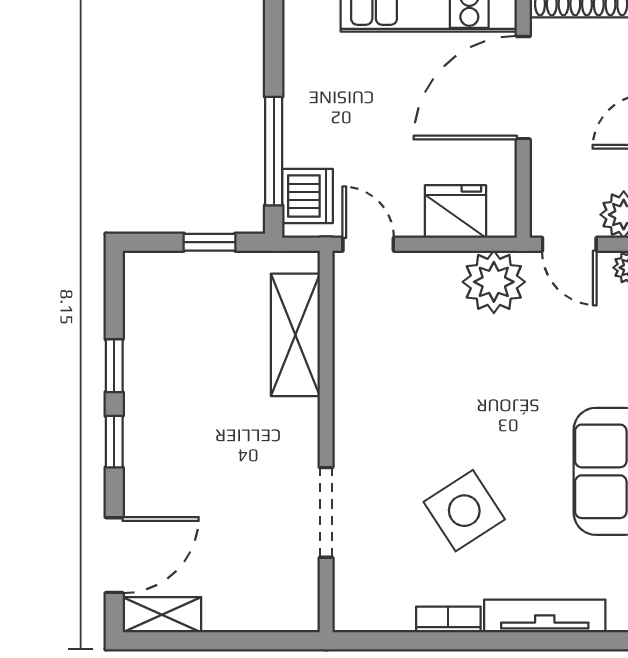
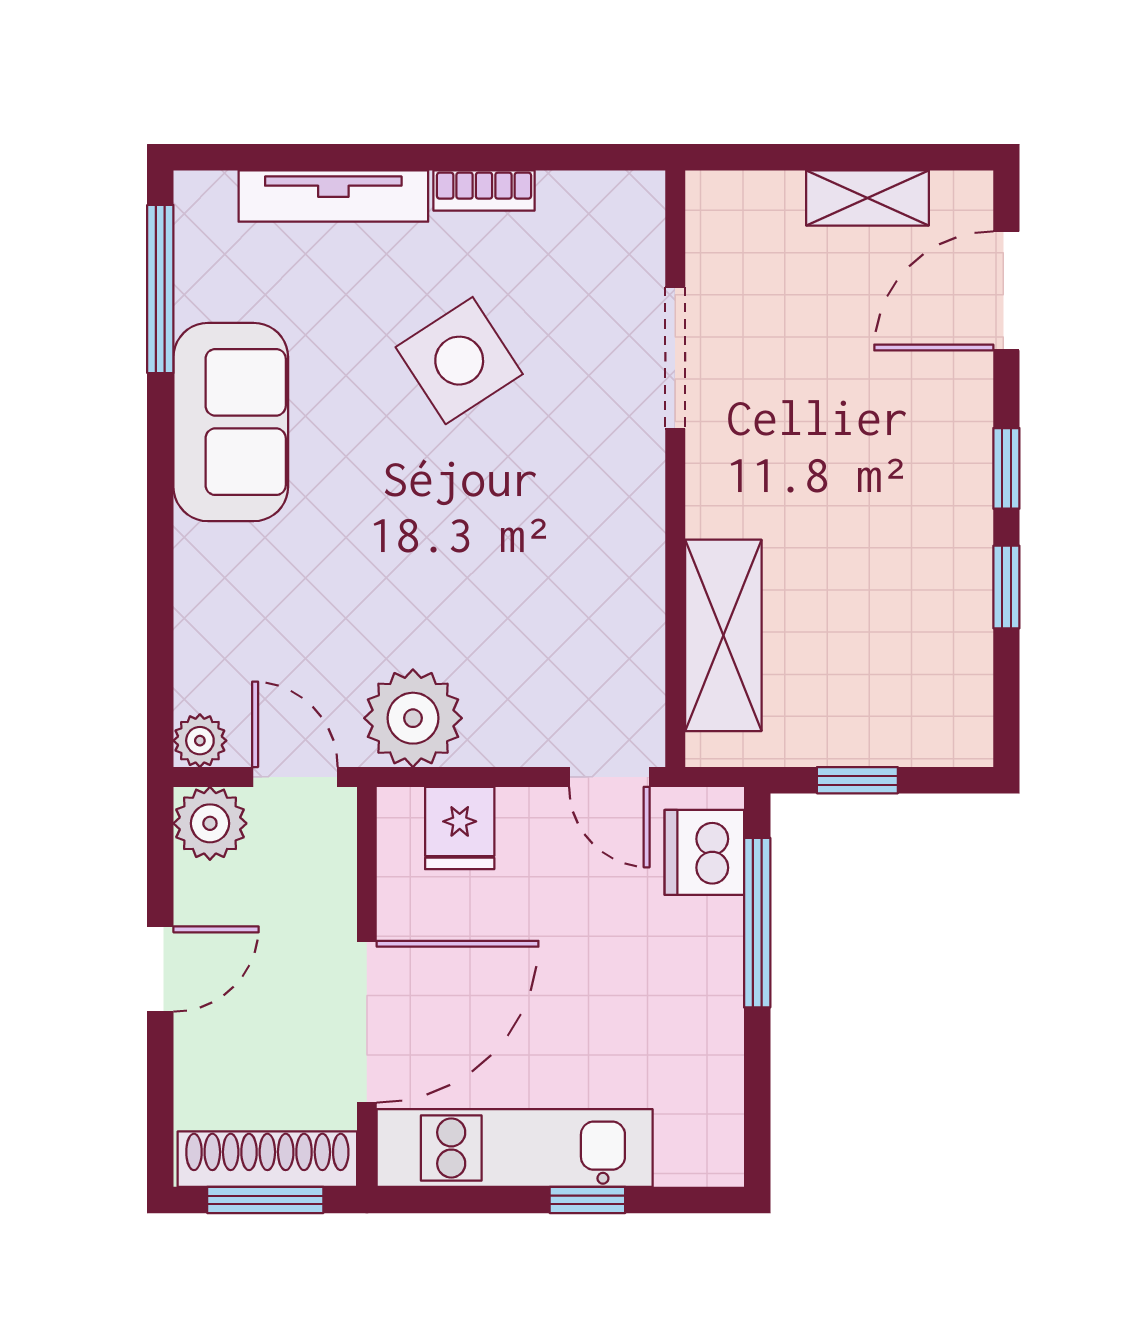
fridge: (455, 212) -> (460, 828), width x0.72
shelving: (162, 615) -> (867, 198), moved

